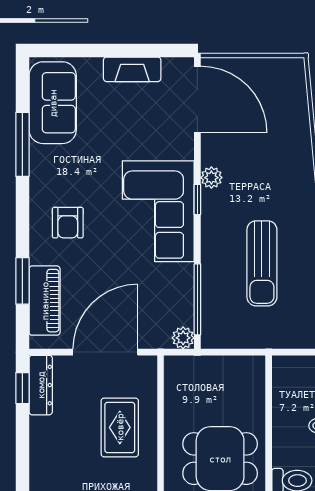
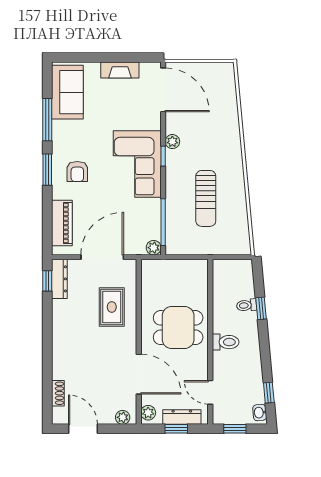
window: (22, 281) -> (47, 170), moved

